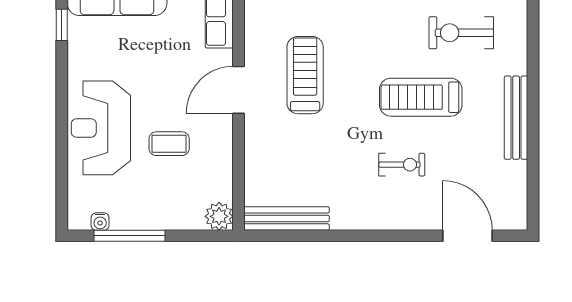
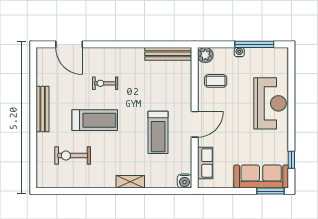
exercise bike: (461, 33) -> (73, 156), turned 180
coffee table: (169, 144) -> (216, 81), moved
water cooler: (100, 222) -> (239, 52), moved

